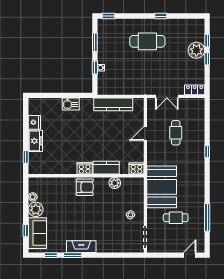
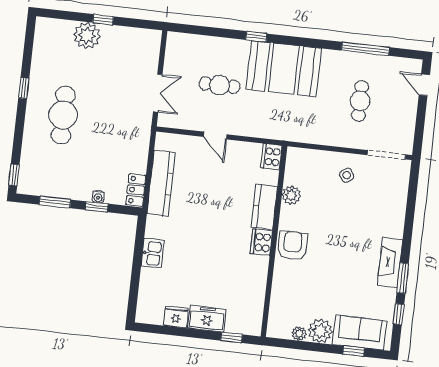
window: (207, 41) -> (73, 16), removed
locker: (195, 90) -> (136, 190), moved
booth: (162, 187) -> (284, 69), moved

